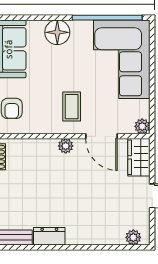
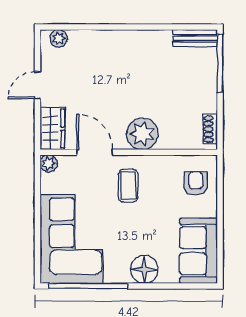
plant: (66, 146) -> (142, 134), width x1.88, depth x1.88
dresser: (49, 236) -> (153, 40), removed

